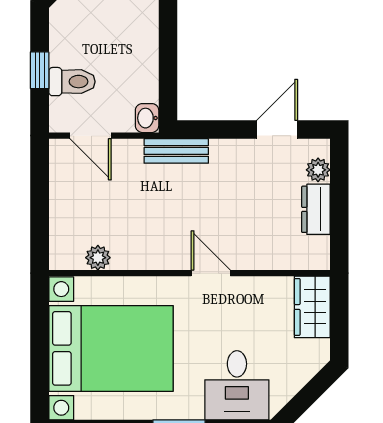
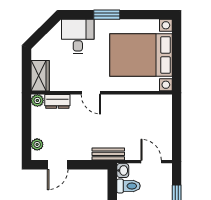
toilet: (72, 82) -> (129, 186), moved, turned 180
dresser: (316, 209) -> (57, 101), moved, turned 90
plant: (98, 258) -> (37, 100), moved

